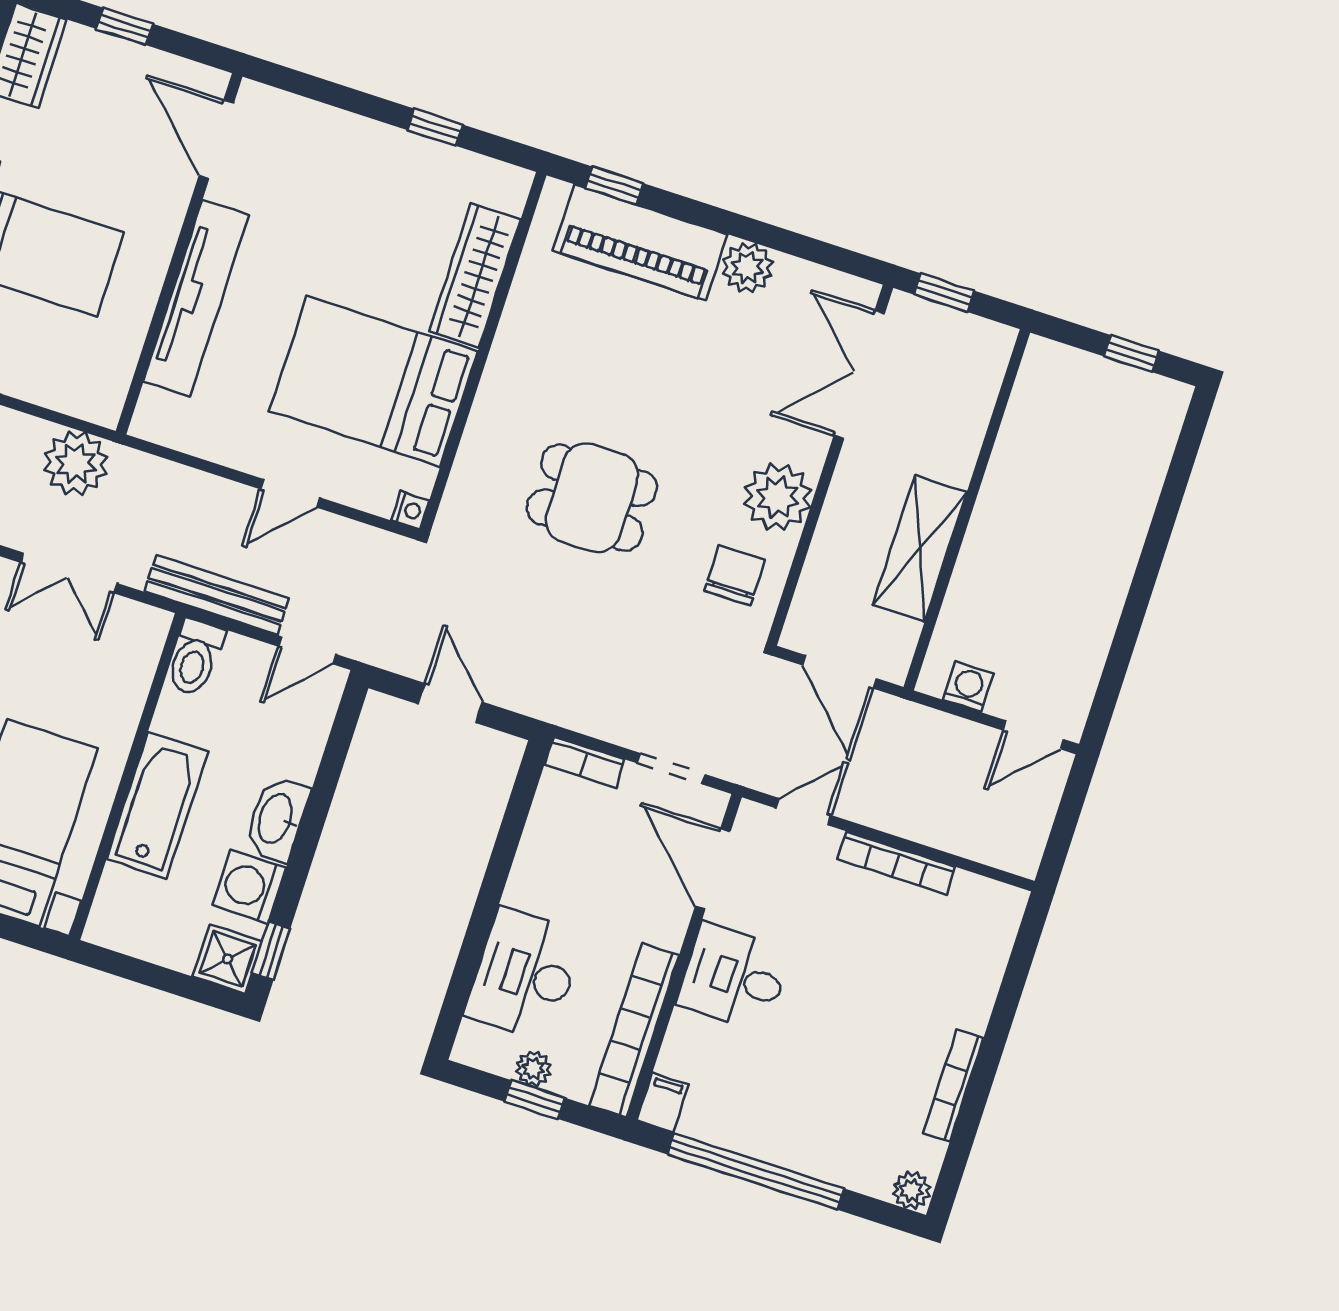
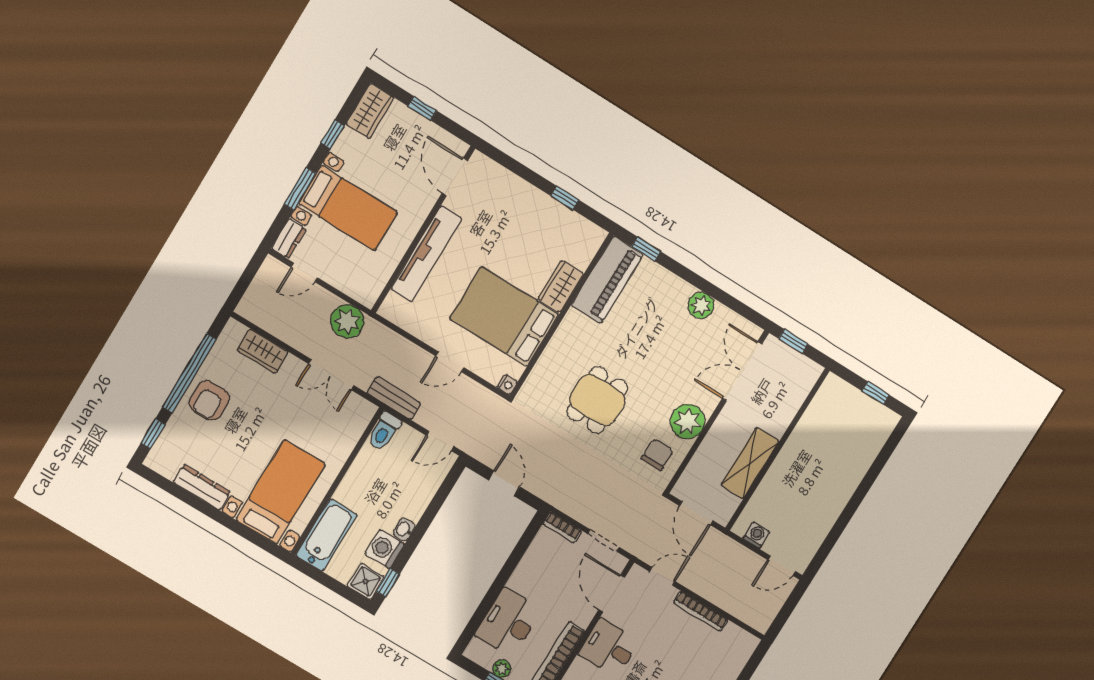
piano: (640, 243) -> (607, 280), moved, turned -90
wardrobe: (475, 276) -> (561, 286), width x0.67
dining table: (592, 498) -> (597, 400), turned 90
bench: (217, 595) -> (394, 398), width x0.73
bathtub: (157, 805) -> (326, 535), moved
washbasin: (277, 819) -> (404, 529), width x0.52, depth x0.69

